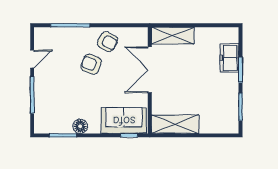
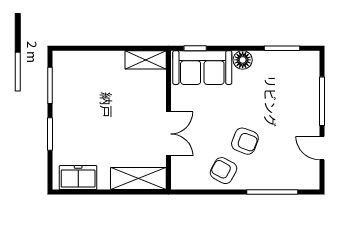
freezer: (229, 58) -> (78, 178), moved, turned -90
door: (32, 59) -> (322, 148), hinge flipped
double door: (150, 70) -> (168, 134), width x0.73
shelving: (175, 124) -> (146, 60), width x0.67, depth x0.75
floor lamp: (80, 126) -> (243, 60), moved

